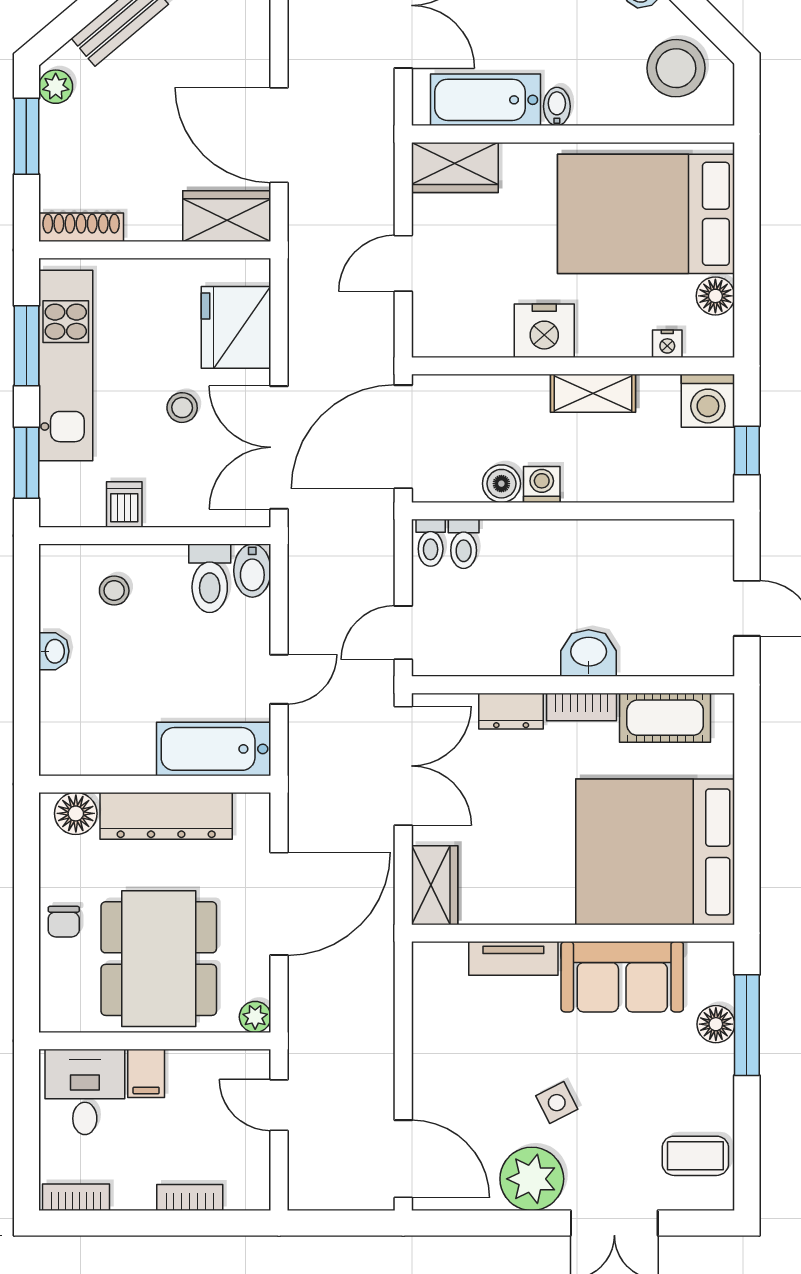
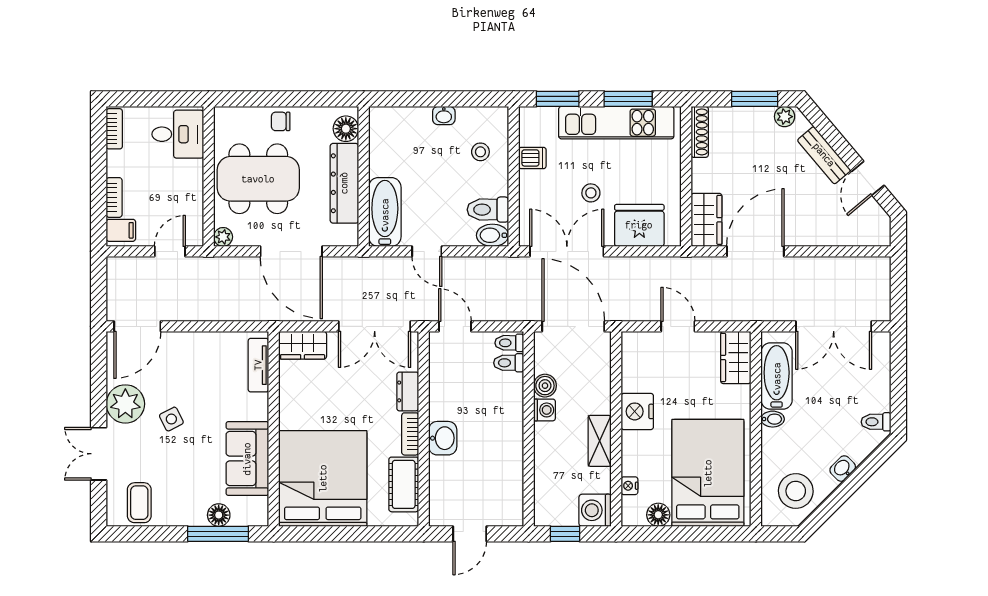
tv unit: (513, 958) -> (258, 365), moved
filing cabinet: (146, 1073) -> (121, 230), moved, turned 180

